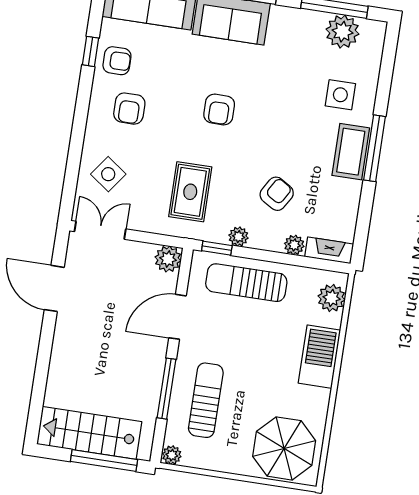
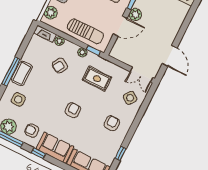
armchair: (117, 61) -> (32, 131), moved
rug: (190, 192) -> (97, 79), turned 90
plant: (168, 259) -> (135, 15), moved

